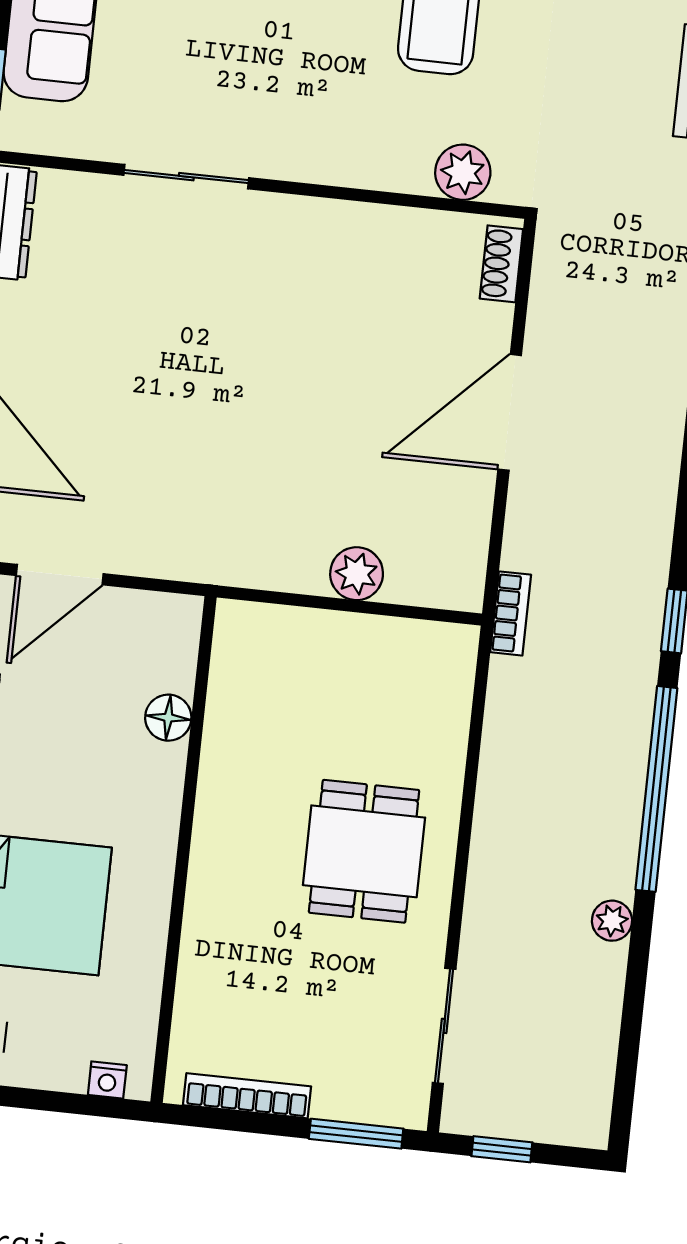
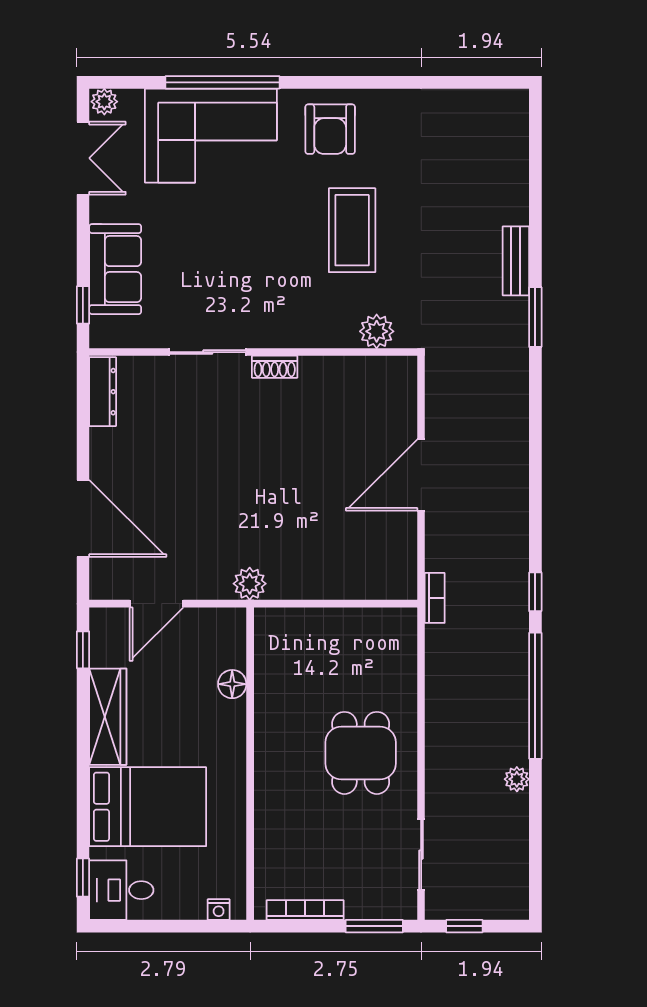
shoe rack: (501, 264) -> (275, 367), moved, turned -90
plant: (357, 574) -> (250, 584), moved

